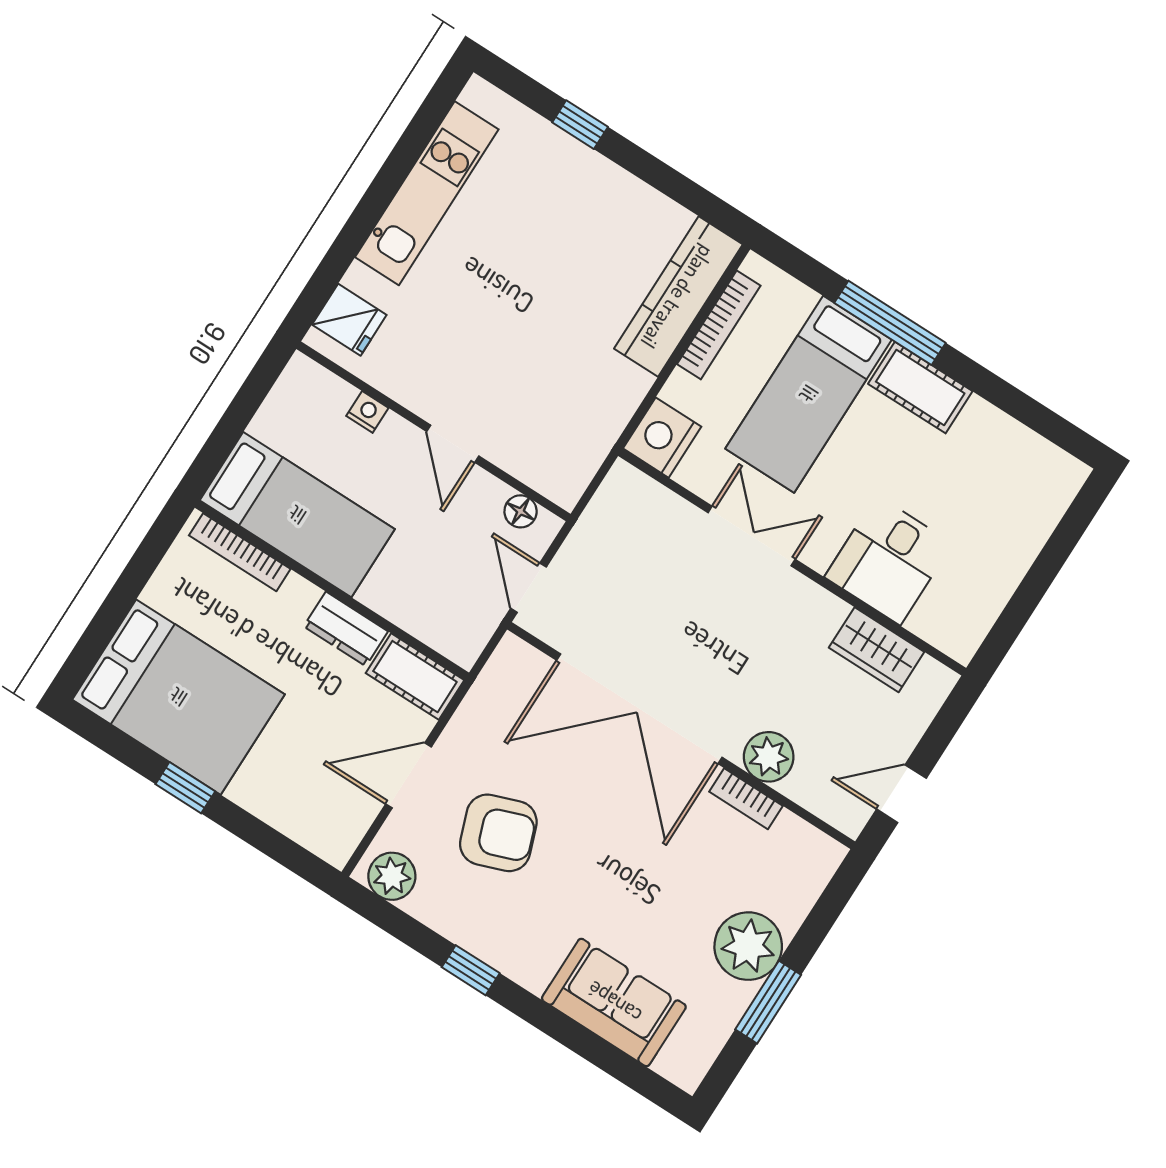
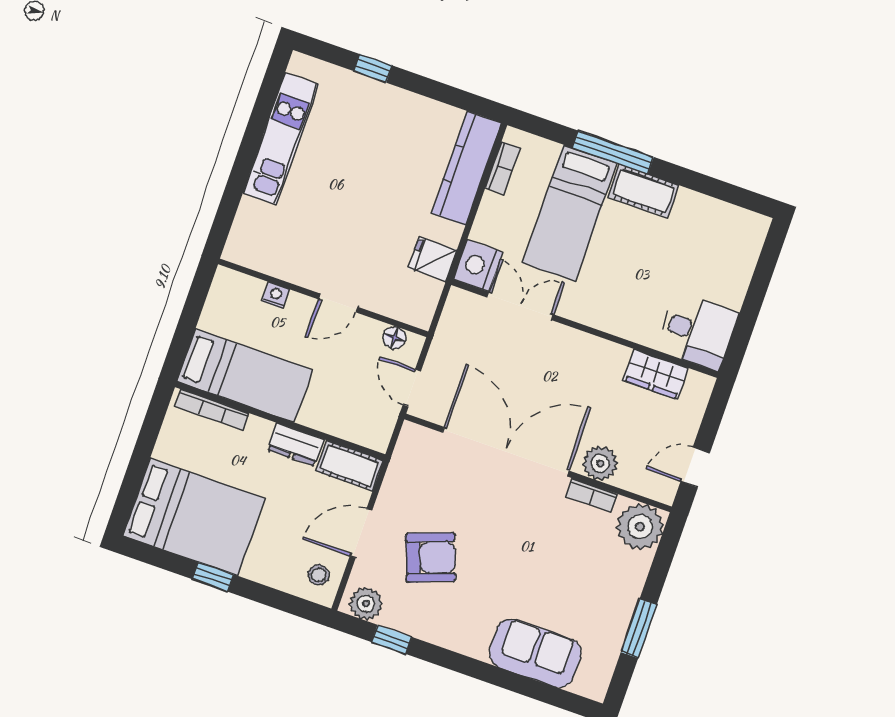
fridge: (349, 320) -> (433, 259), moved, turned 180
bookcase: (719, 325) -> (503, 168), width x0.64
door: (453, 444) -> (338, 303), hinge flipped
double door: (752, 536) -> (520, 306), moved
desk: (888, 560) -> (697, 332), moved, turned -90
double door: (639, 709) -> (506, 452), swing flipped
stool: (335, 820) -> (319, 575), added
plant: (748, 946) -> (640, 527), moved
window: (471, 970) -> (392, 639), moved

